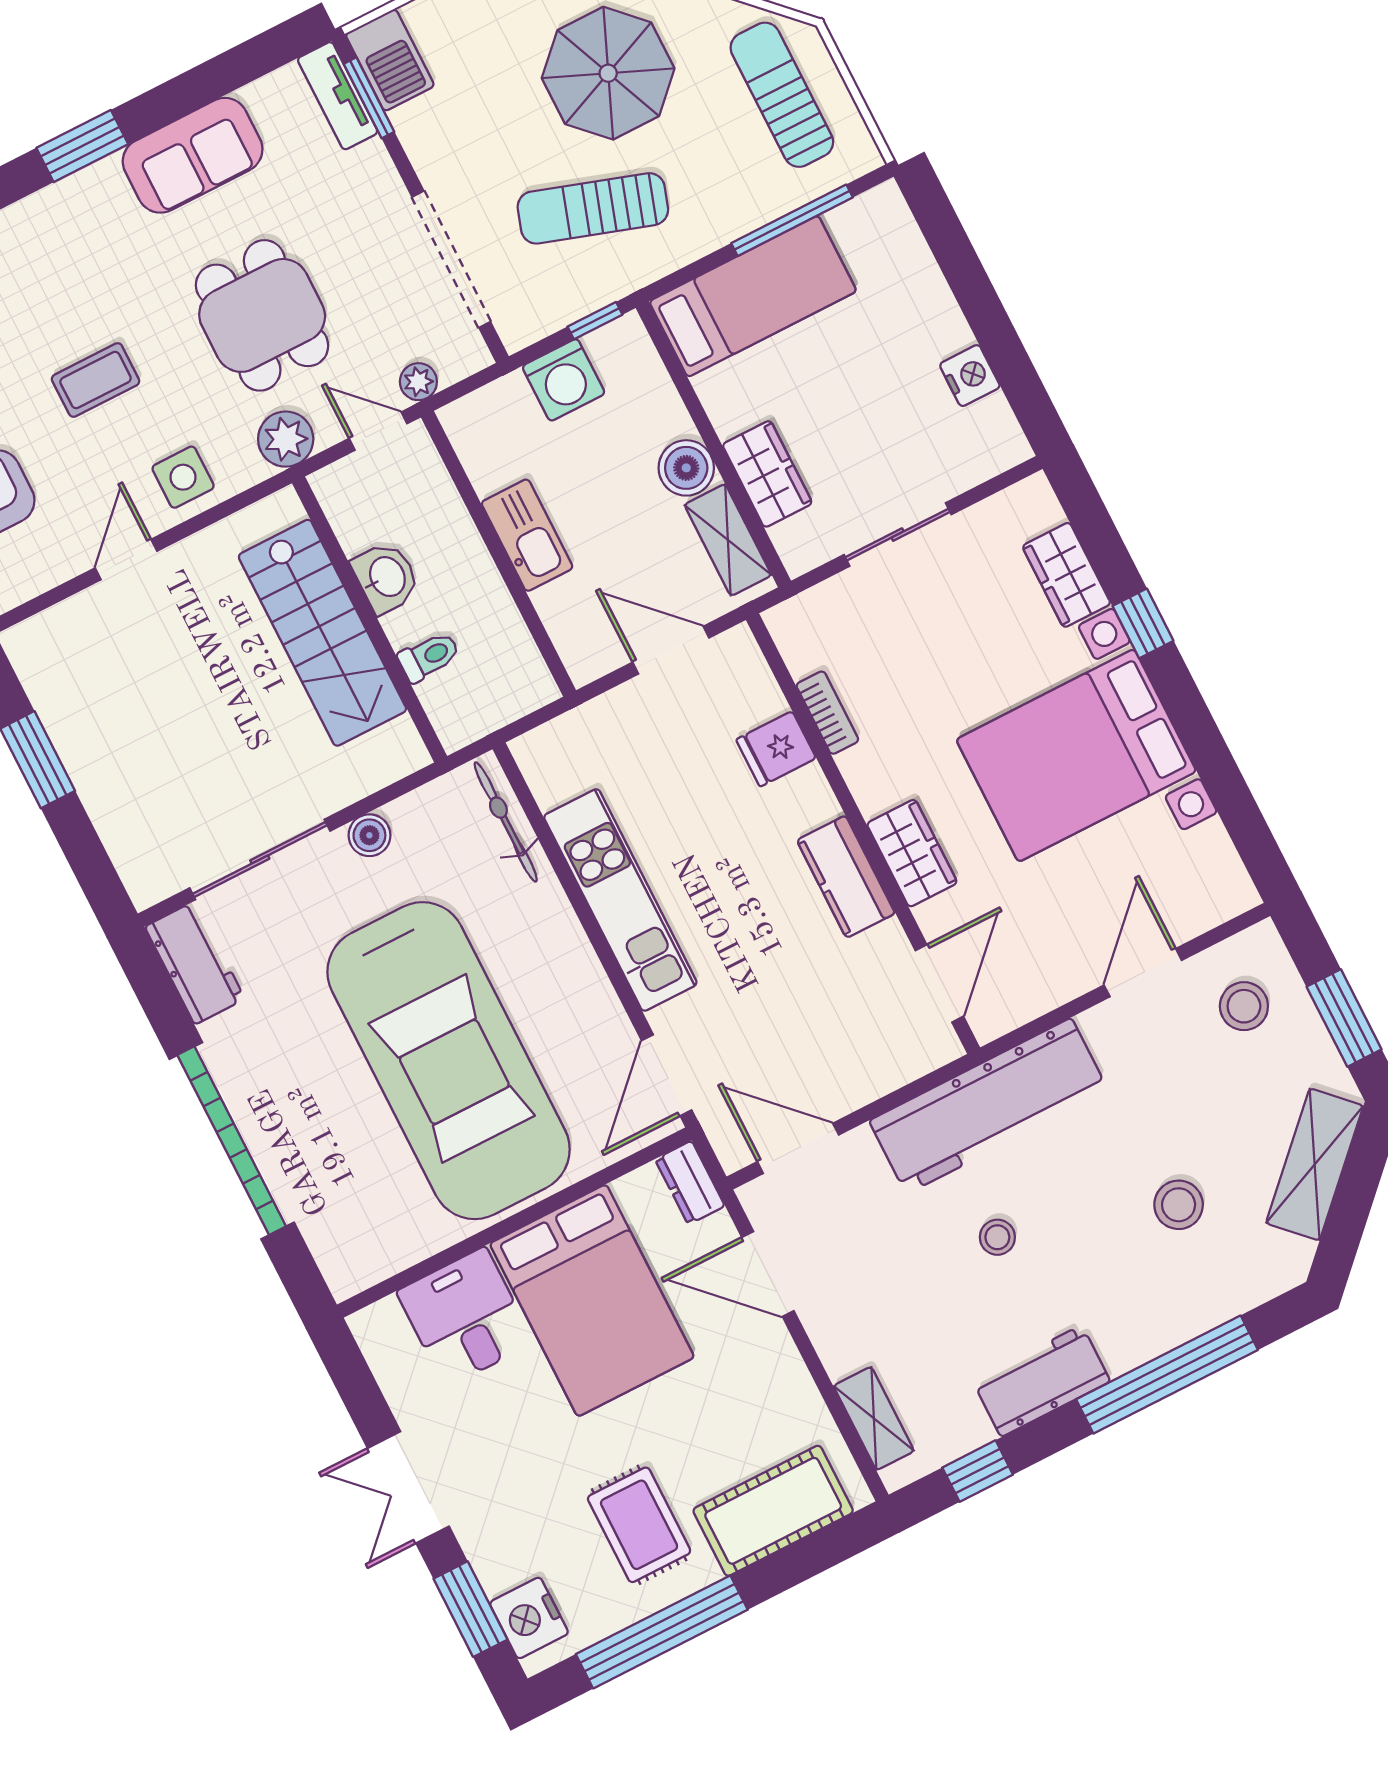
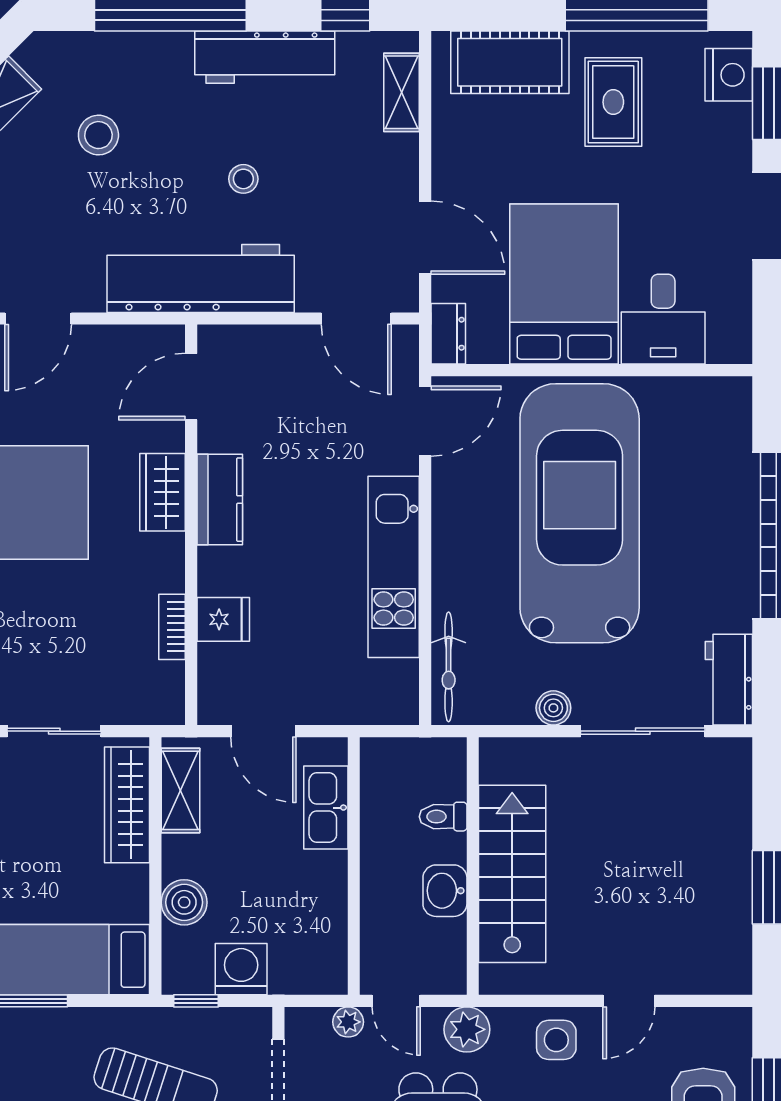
boiler: (686, 468) -> (184, 902), moved
wardrobe: (767, 474) -> (127, 805), width x1.50
kitchen sink: (527, 535) -> (326, 808), moved
workbench: (1041, 1381) -> (265, 57), width x1.38

